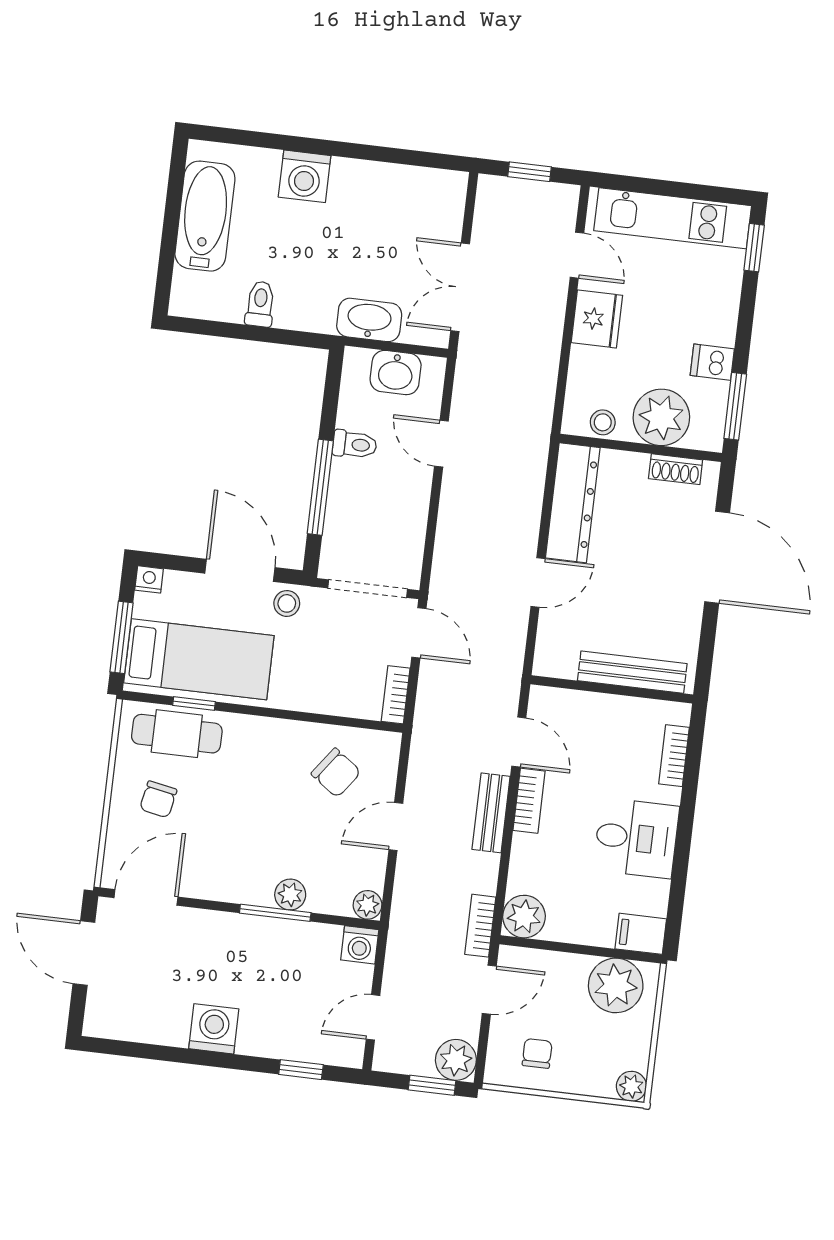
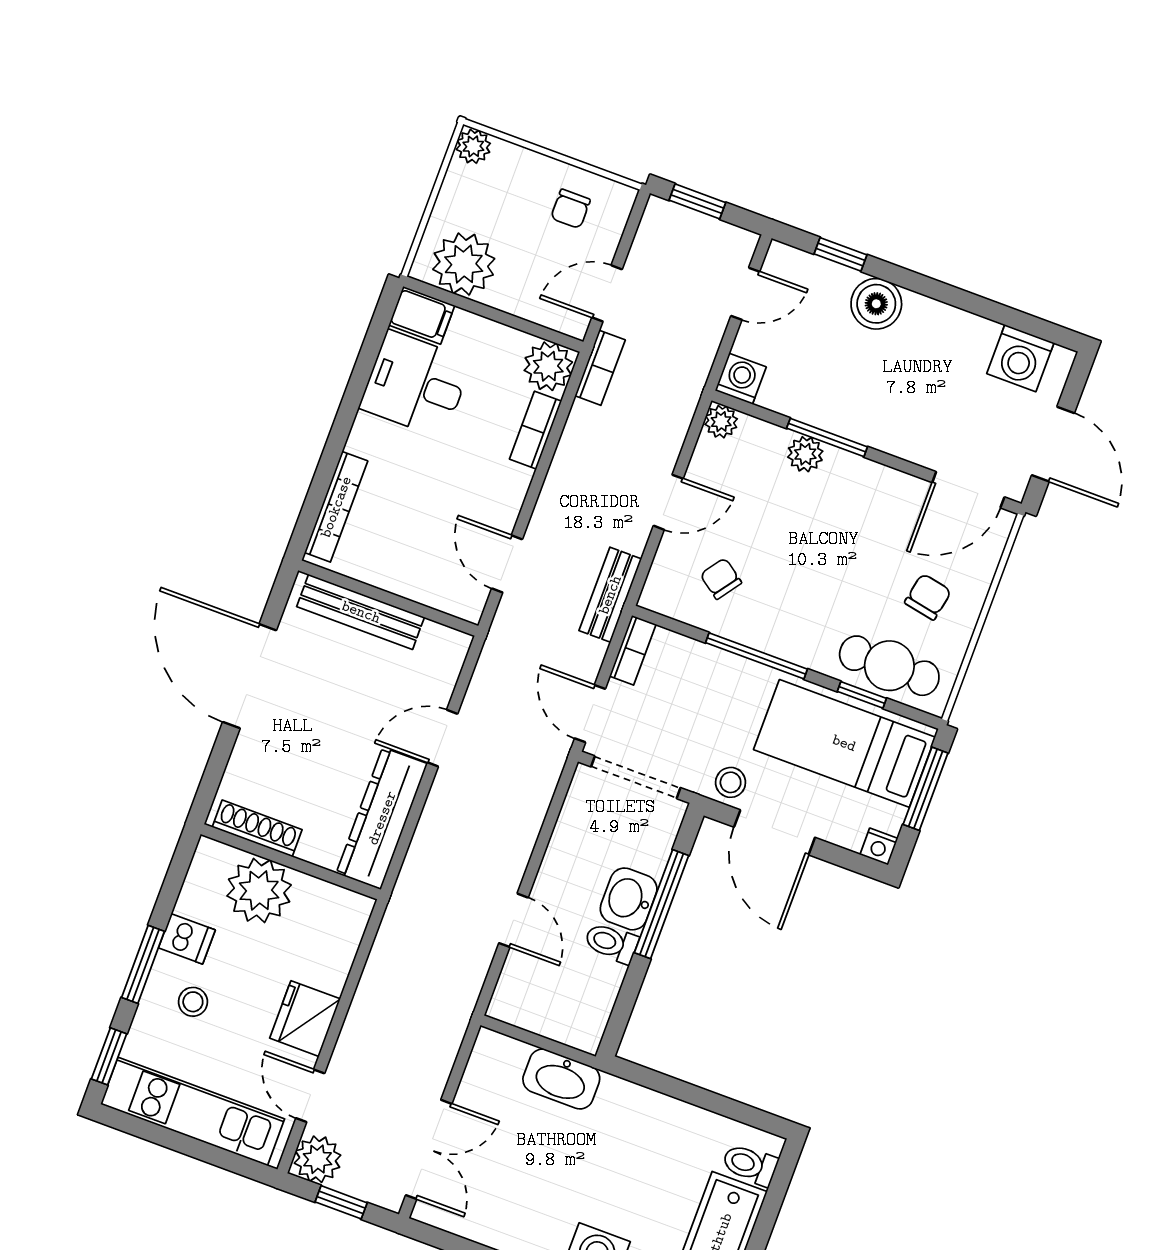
double door: (460, 287) -> (429, 1149), moved
toilet: (260, 304) -> (750, 1165), moved, turned 90
washbasin: (396, 373) -> (629, 899), moved, turned -90
window: (735, 406) -> (143, 964), moved
stool: (603, 422) -> (193, 1002), moved
shoe rack: (676, 469) -> (257, 828), width x1.43
door: (717, 557) -> (250, 676), moved
window: (290, 715) -> (757, 656), added
bookcase: (674, 756) -> (336, 507), width x1.56
chair: (336, 773) -> (721, 579), width x0.73, depth x0.73
bookcase: (529, 801) -> (535, 430), moved
bench: (491, 813) -> (610, 595), moved
desk: (636, 838) -> (416, 384), moved
washing machine: (214, 1029) -> (1020, 358), moved
boiler: (261, 1035) -> (876, 304), added
plant: (456, 1060) -> (318, 1159), moved

